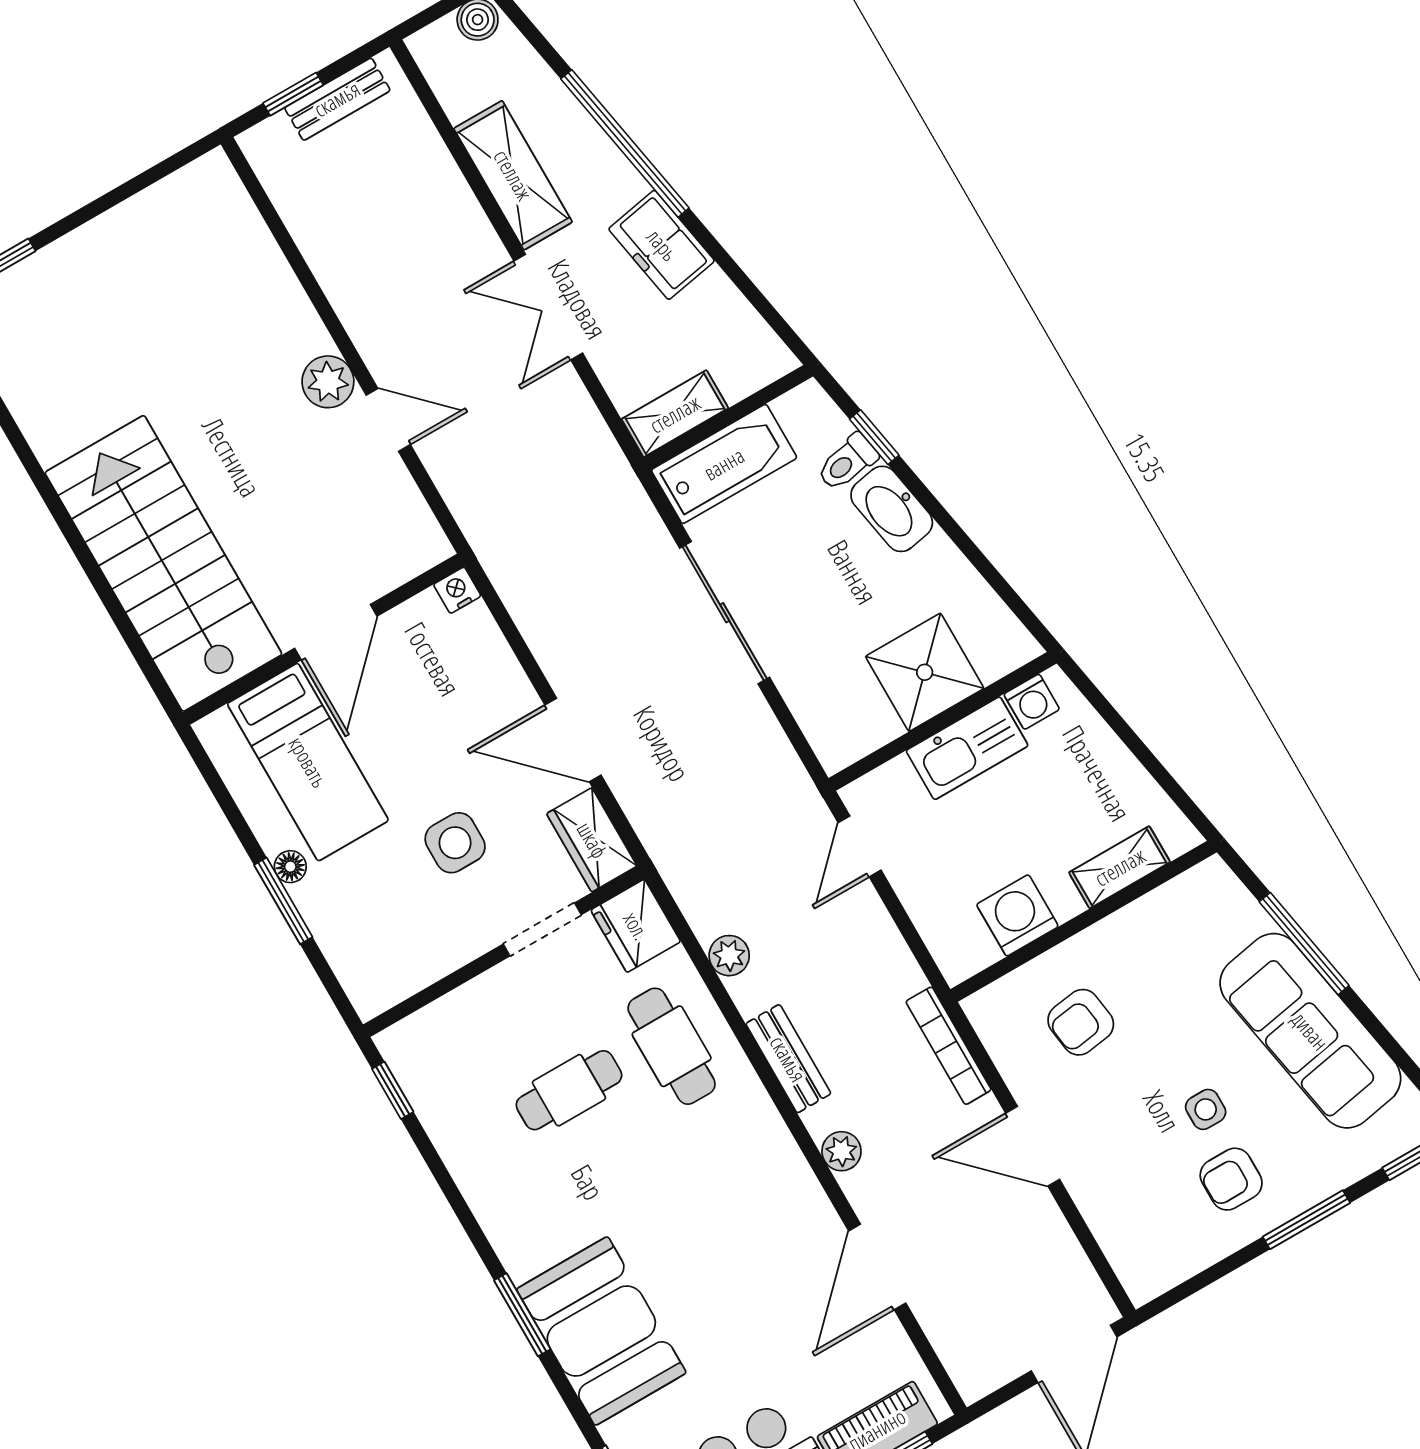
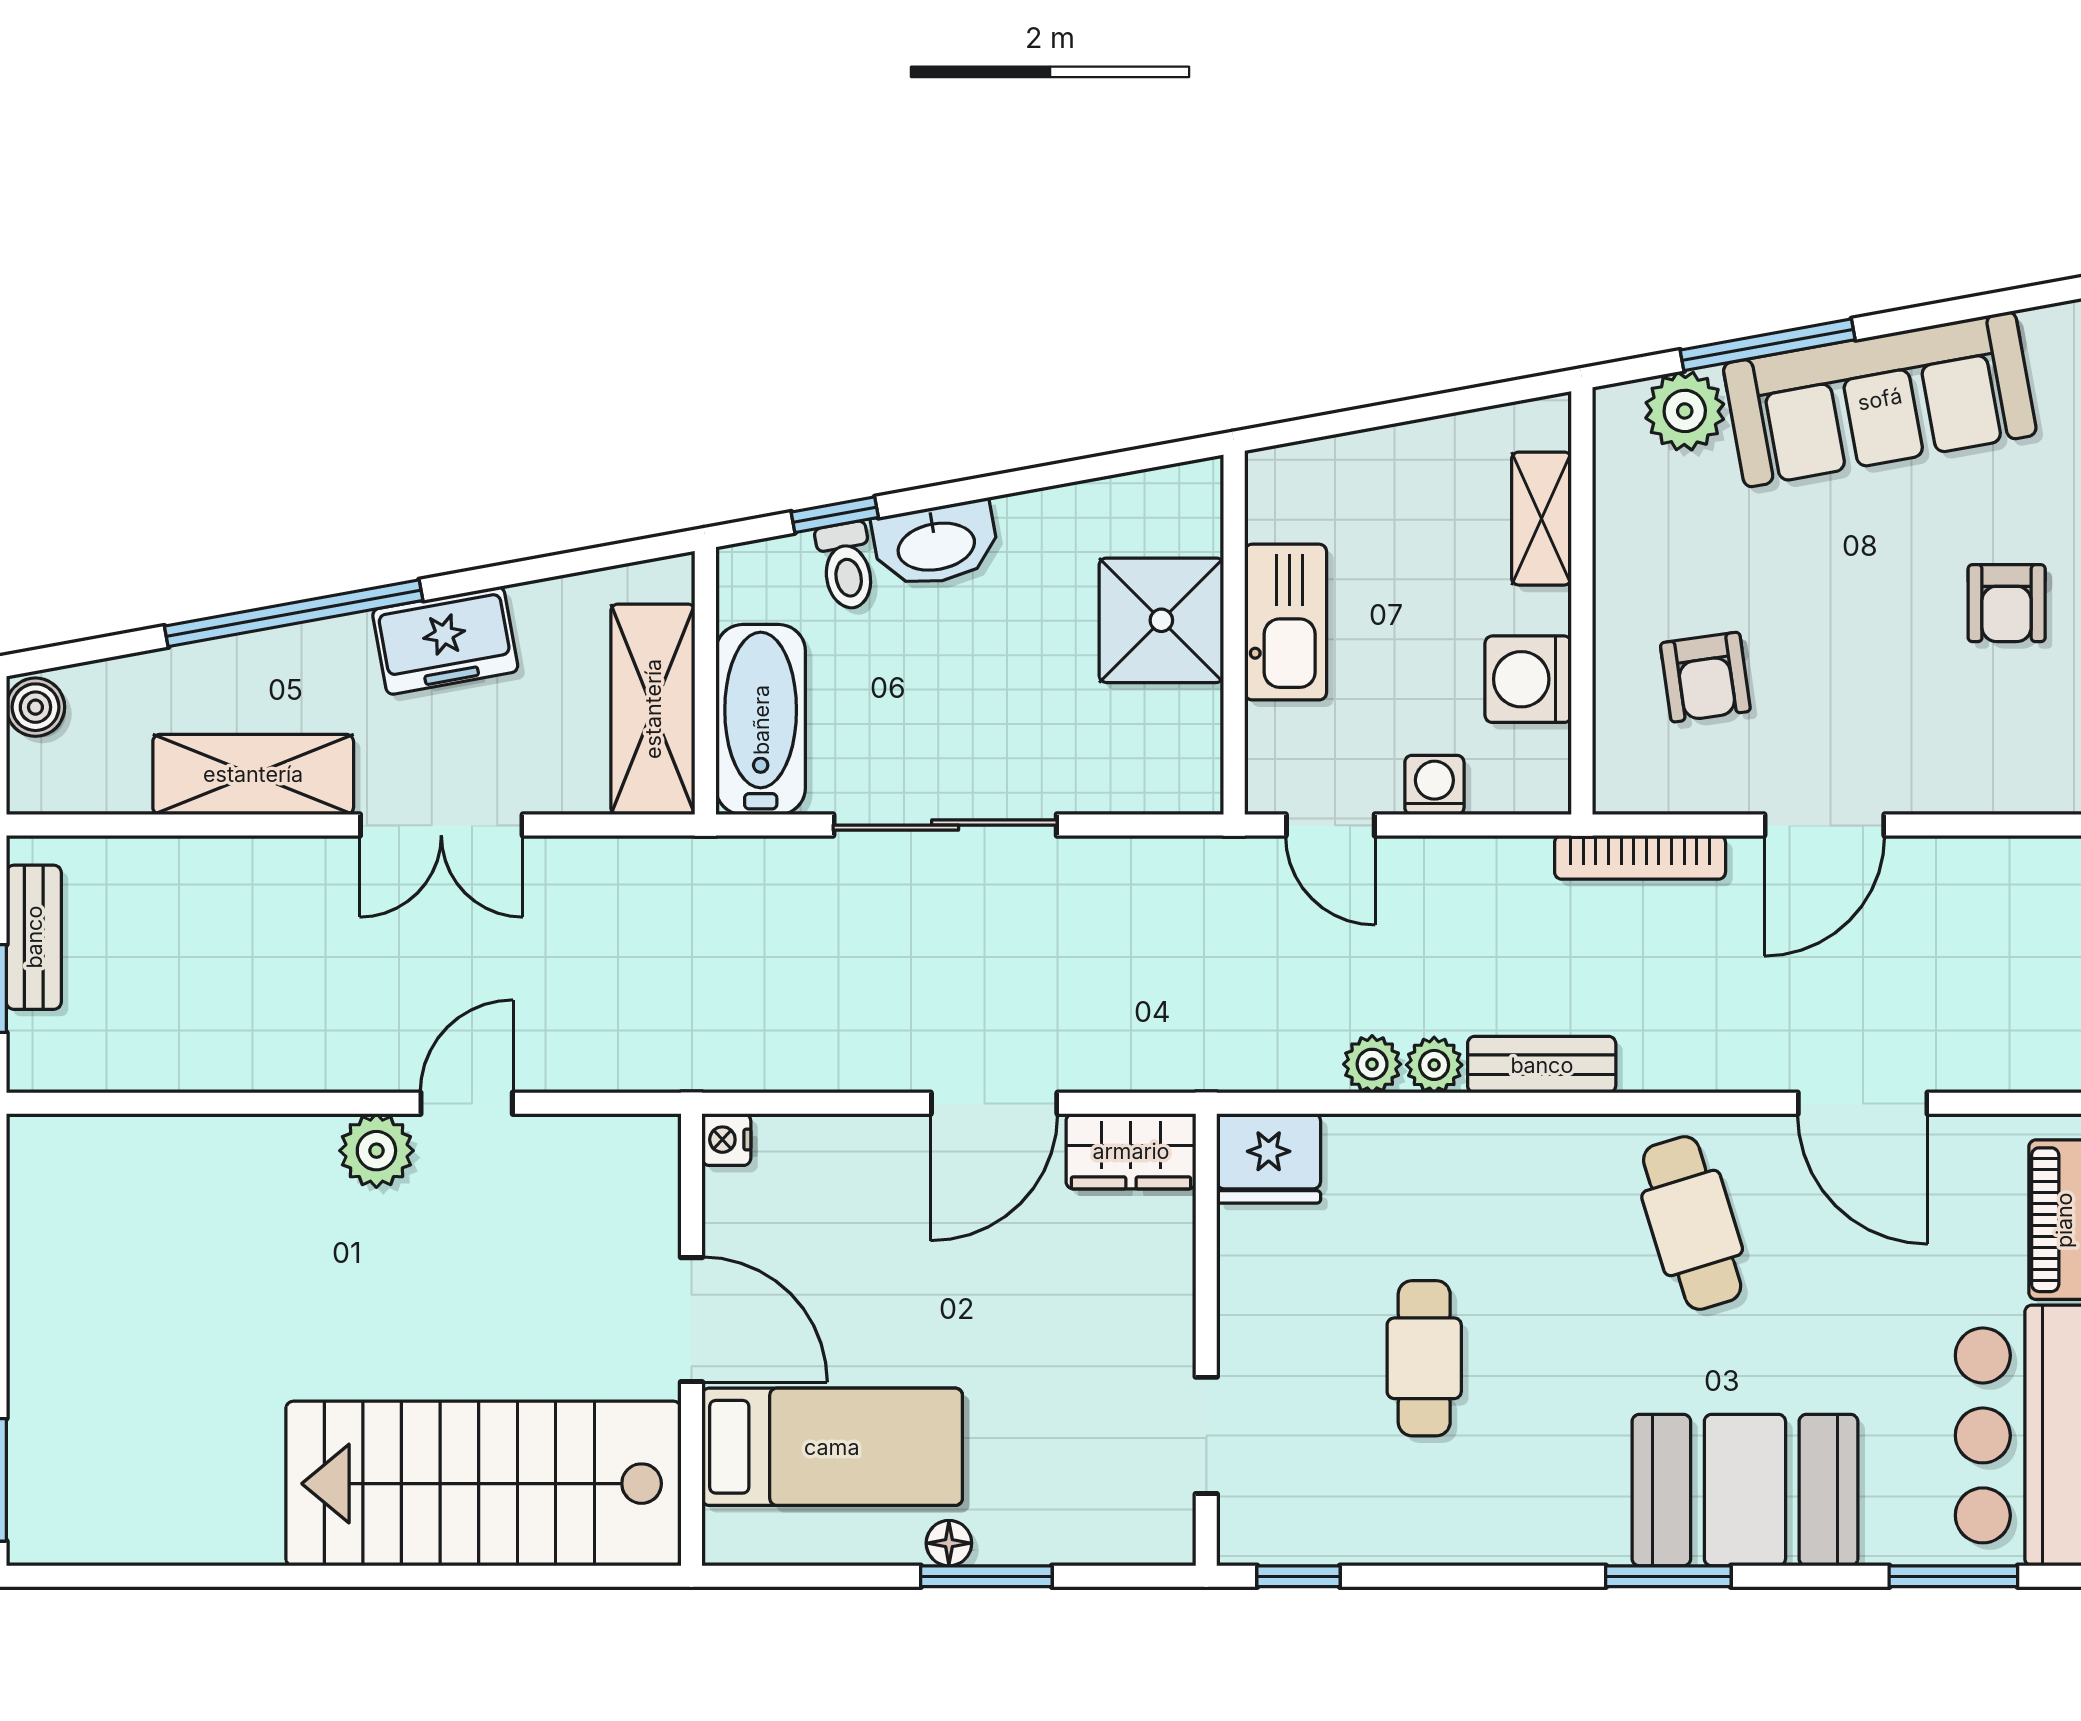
shelving: (675, 414) -> (653, 709), width x1.50, depth x1.33
washing machine: (1032, 702) -> (1434, 785), moved, turned -90
side table: (455, 843) -> (1037, 1322), removed
plant: (1235, 916) -> (1685, 411), added
doorway: (542, 929) -> (1206, 1435), moved
cafe table: (672, 1046) -> (1692, 1223), moved, turned 73
side table: (1206, 1109) -> (1902, 585), removed
plant: (841, 1151) -> (1434, 1065), moved

